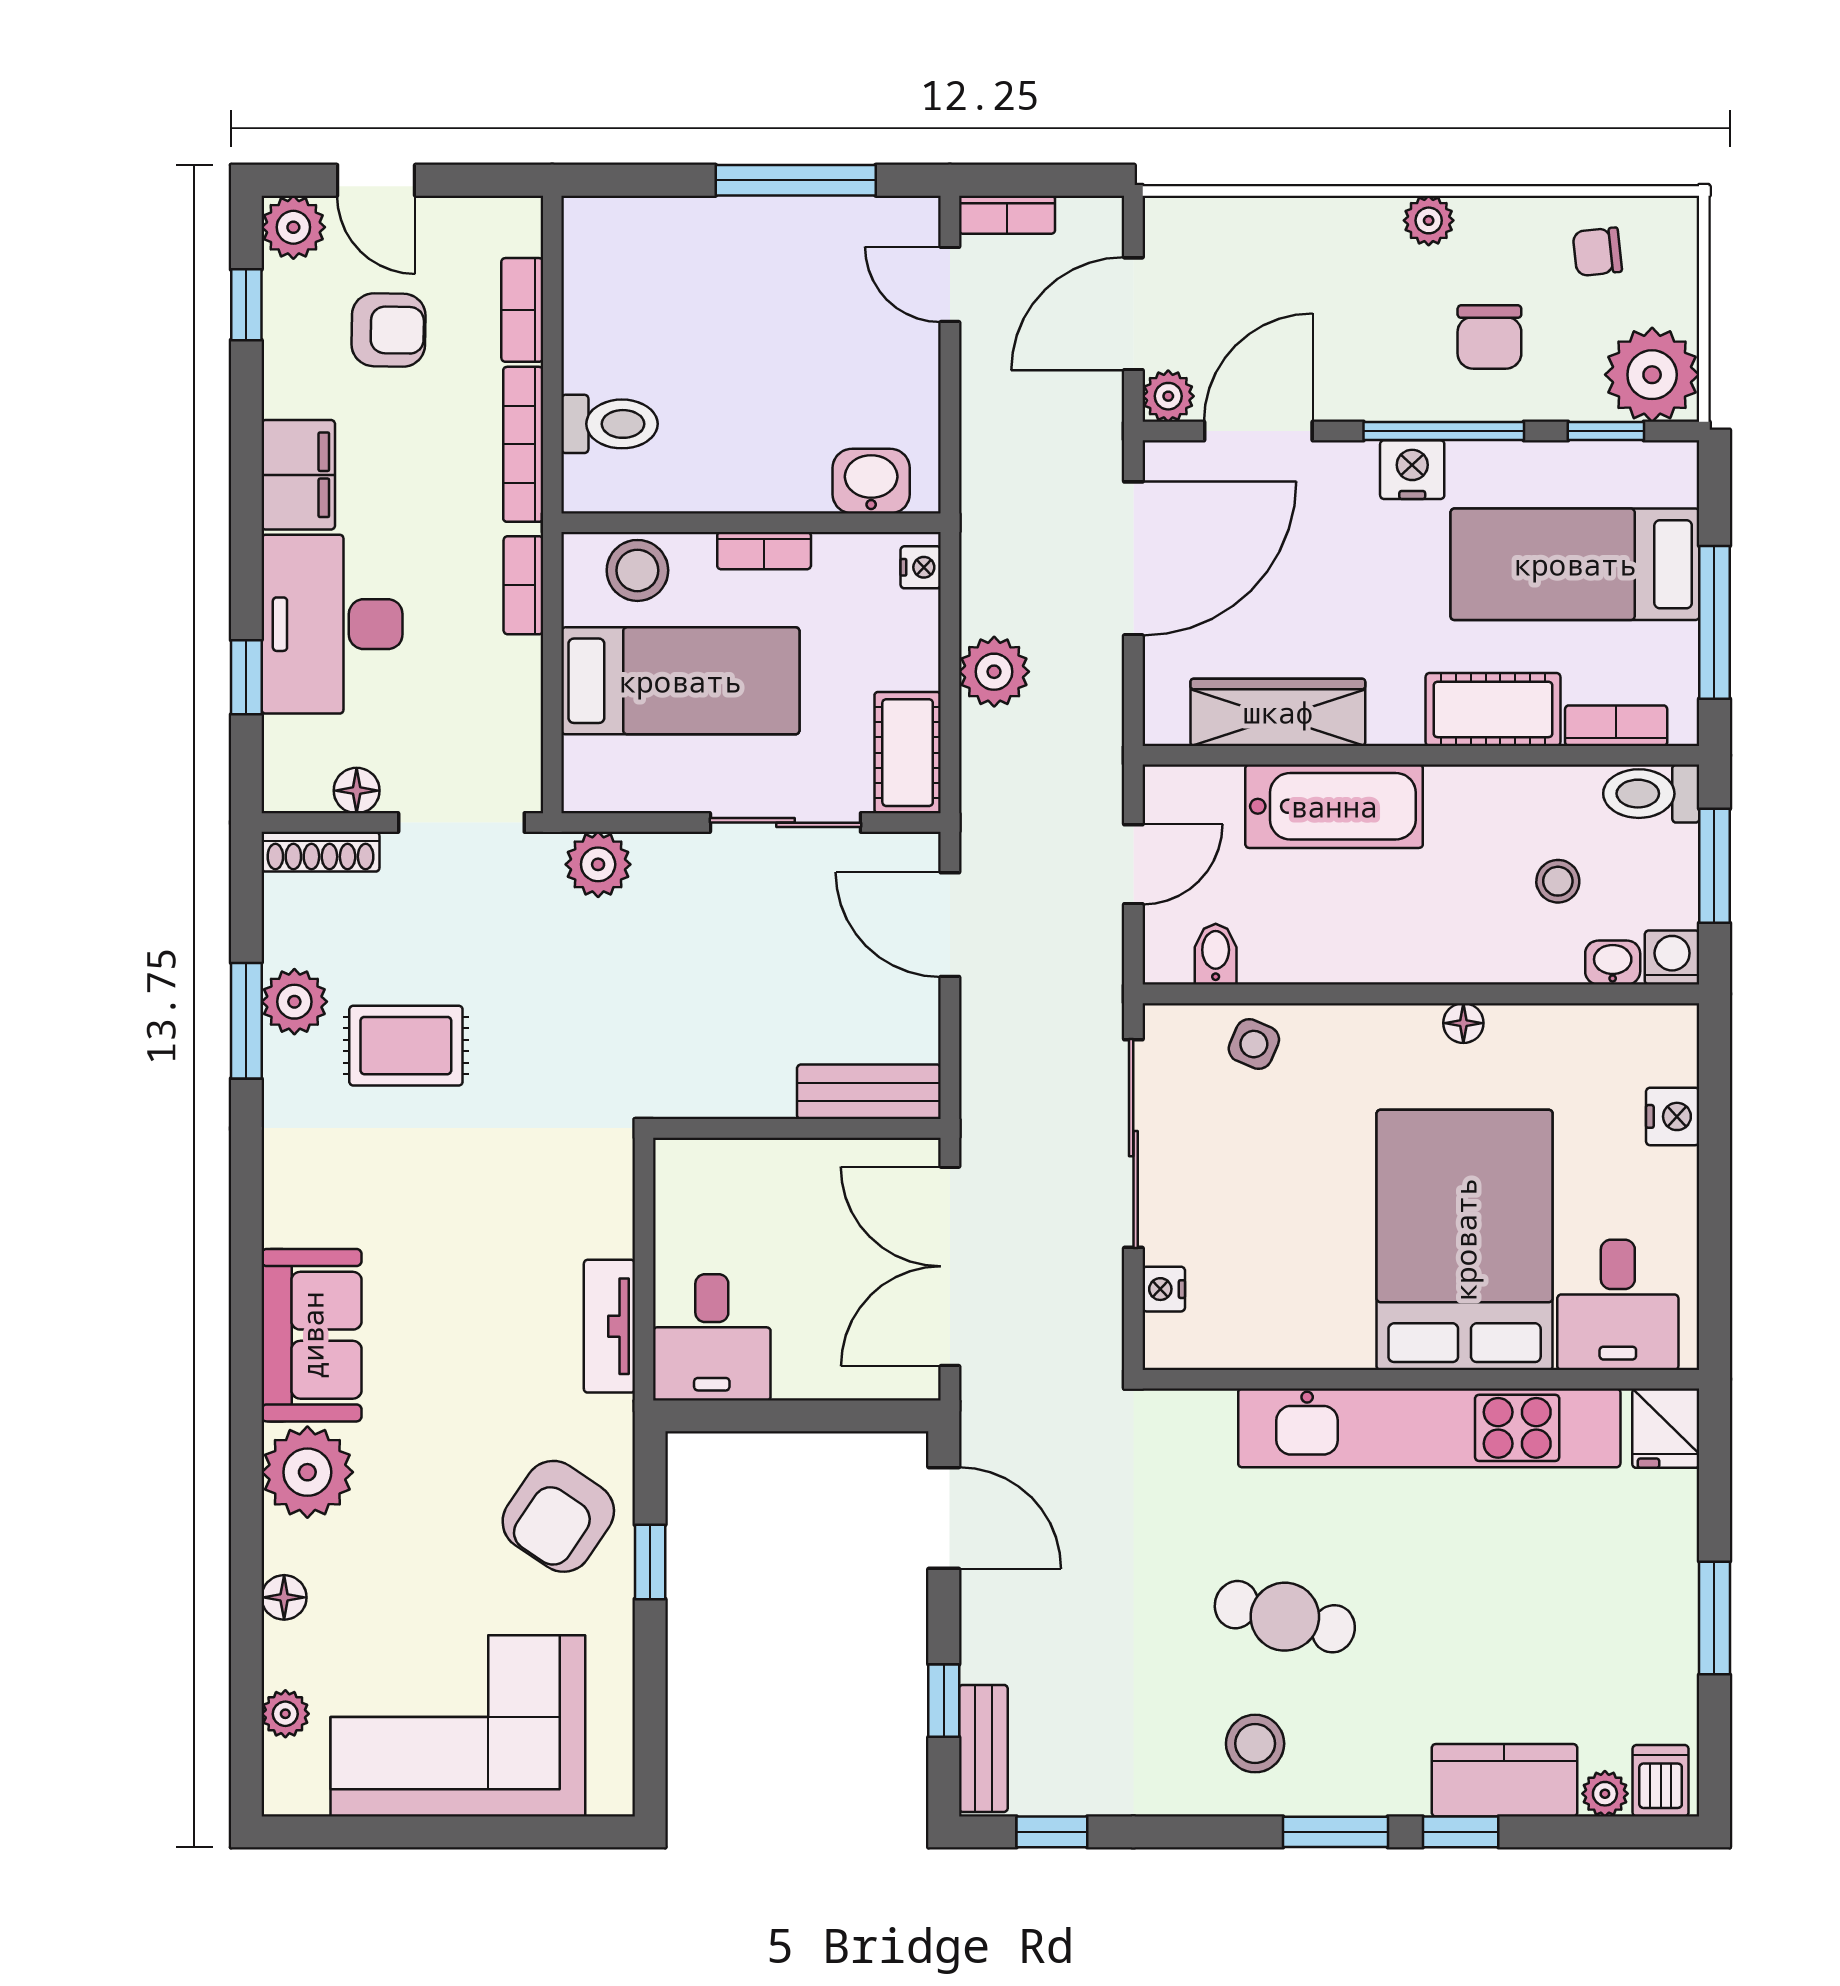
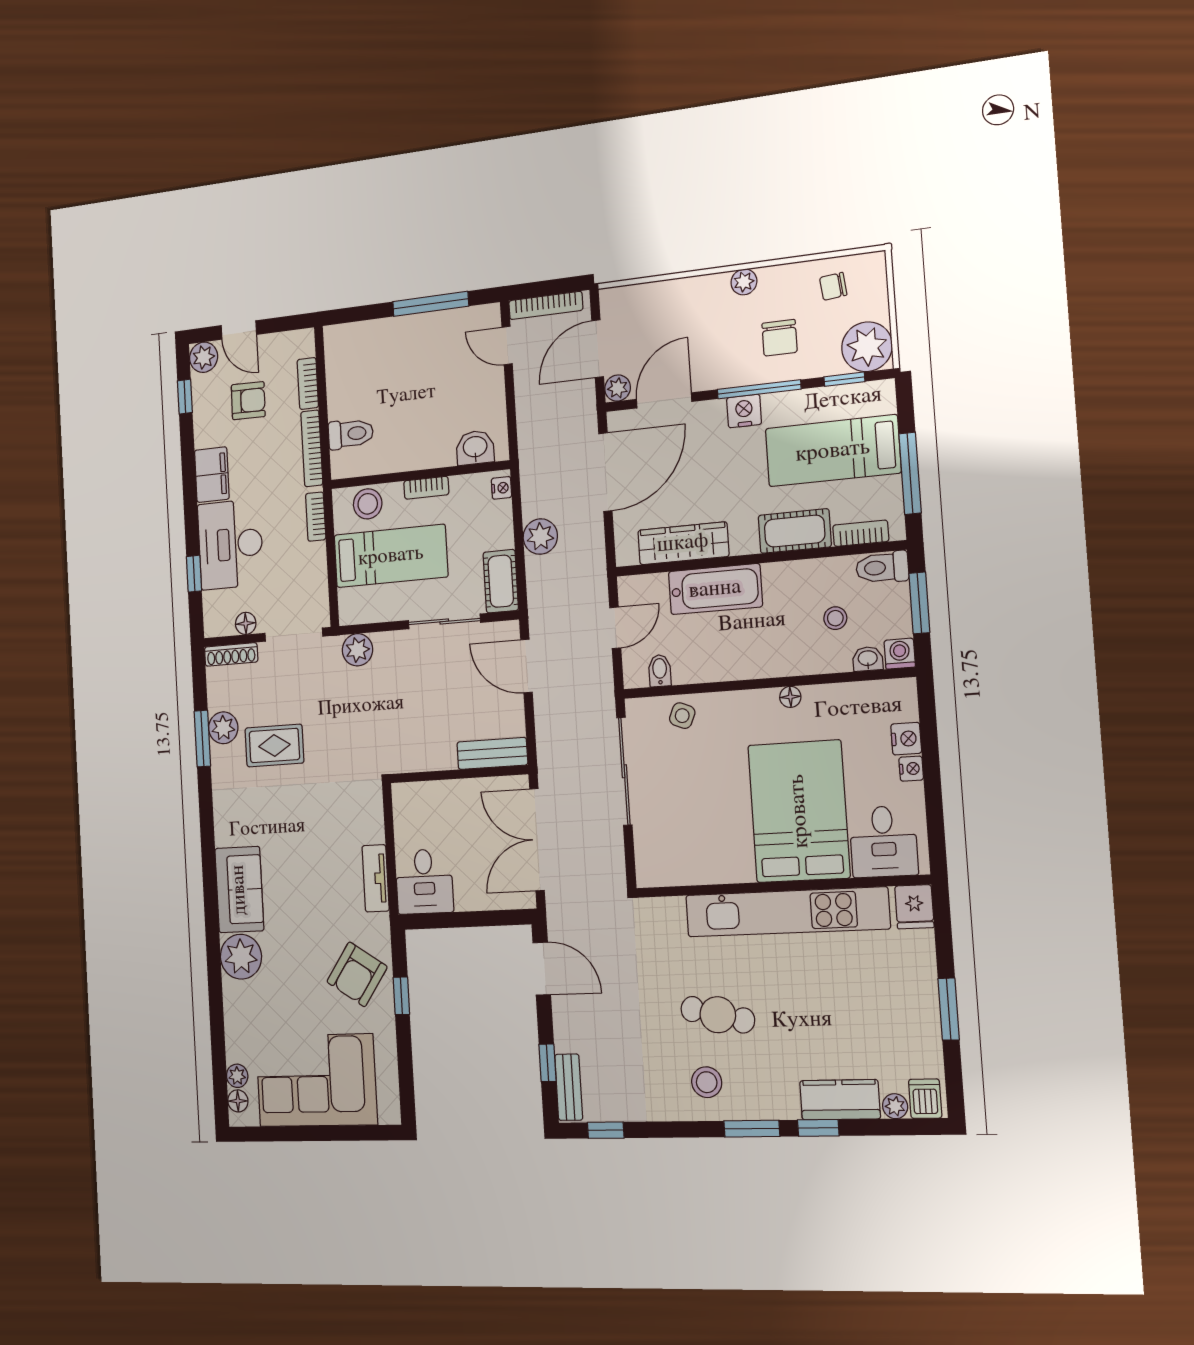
bookcase: (1007, 215) -> (546, 305), width x1.56
nightstand: (1164, 1289) -> (911, 769), moved, turned 180
floor lamp: (284, 1597) -> (238, 1101), moved

